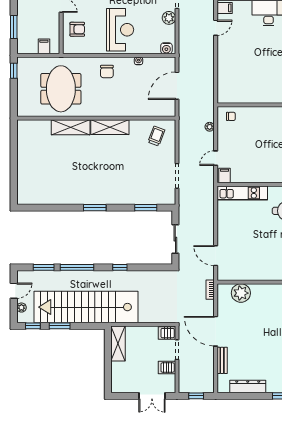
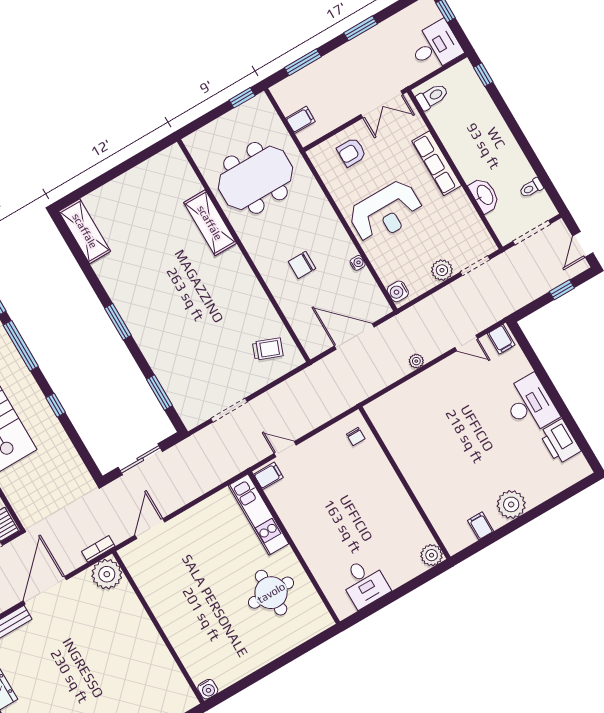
armchair: (77, 29) -> (352, 152), turned 90
chair: (107, 72) -> (302, 265), moved
shelving: (110, 127) -> (85, 231), moved
plant: (210, 127) -> (416, 361), moved
plant: (241, 293) -> (107, 574), moved

